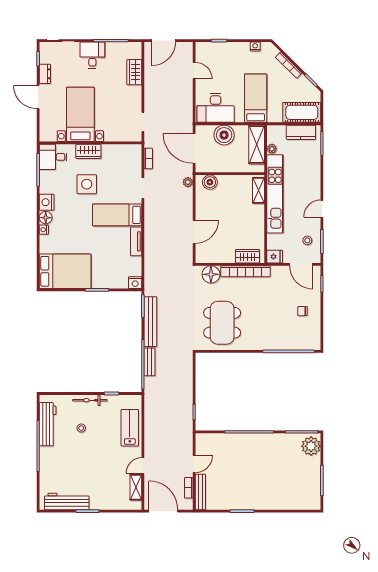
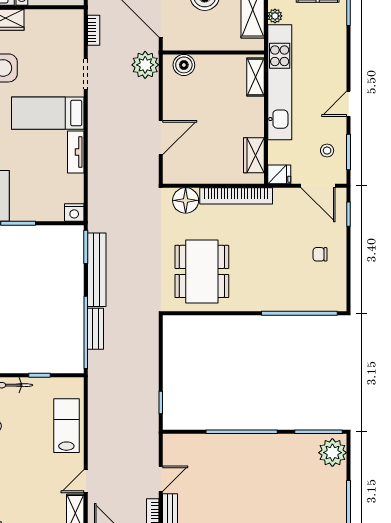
plant: (188, 182) -> (145, 65), width x1.87, depth x1.87
wardrobe: (248, 256) -> (254, 155), moved, turned -90

